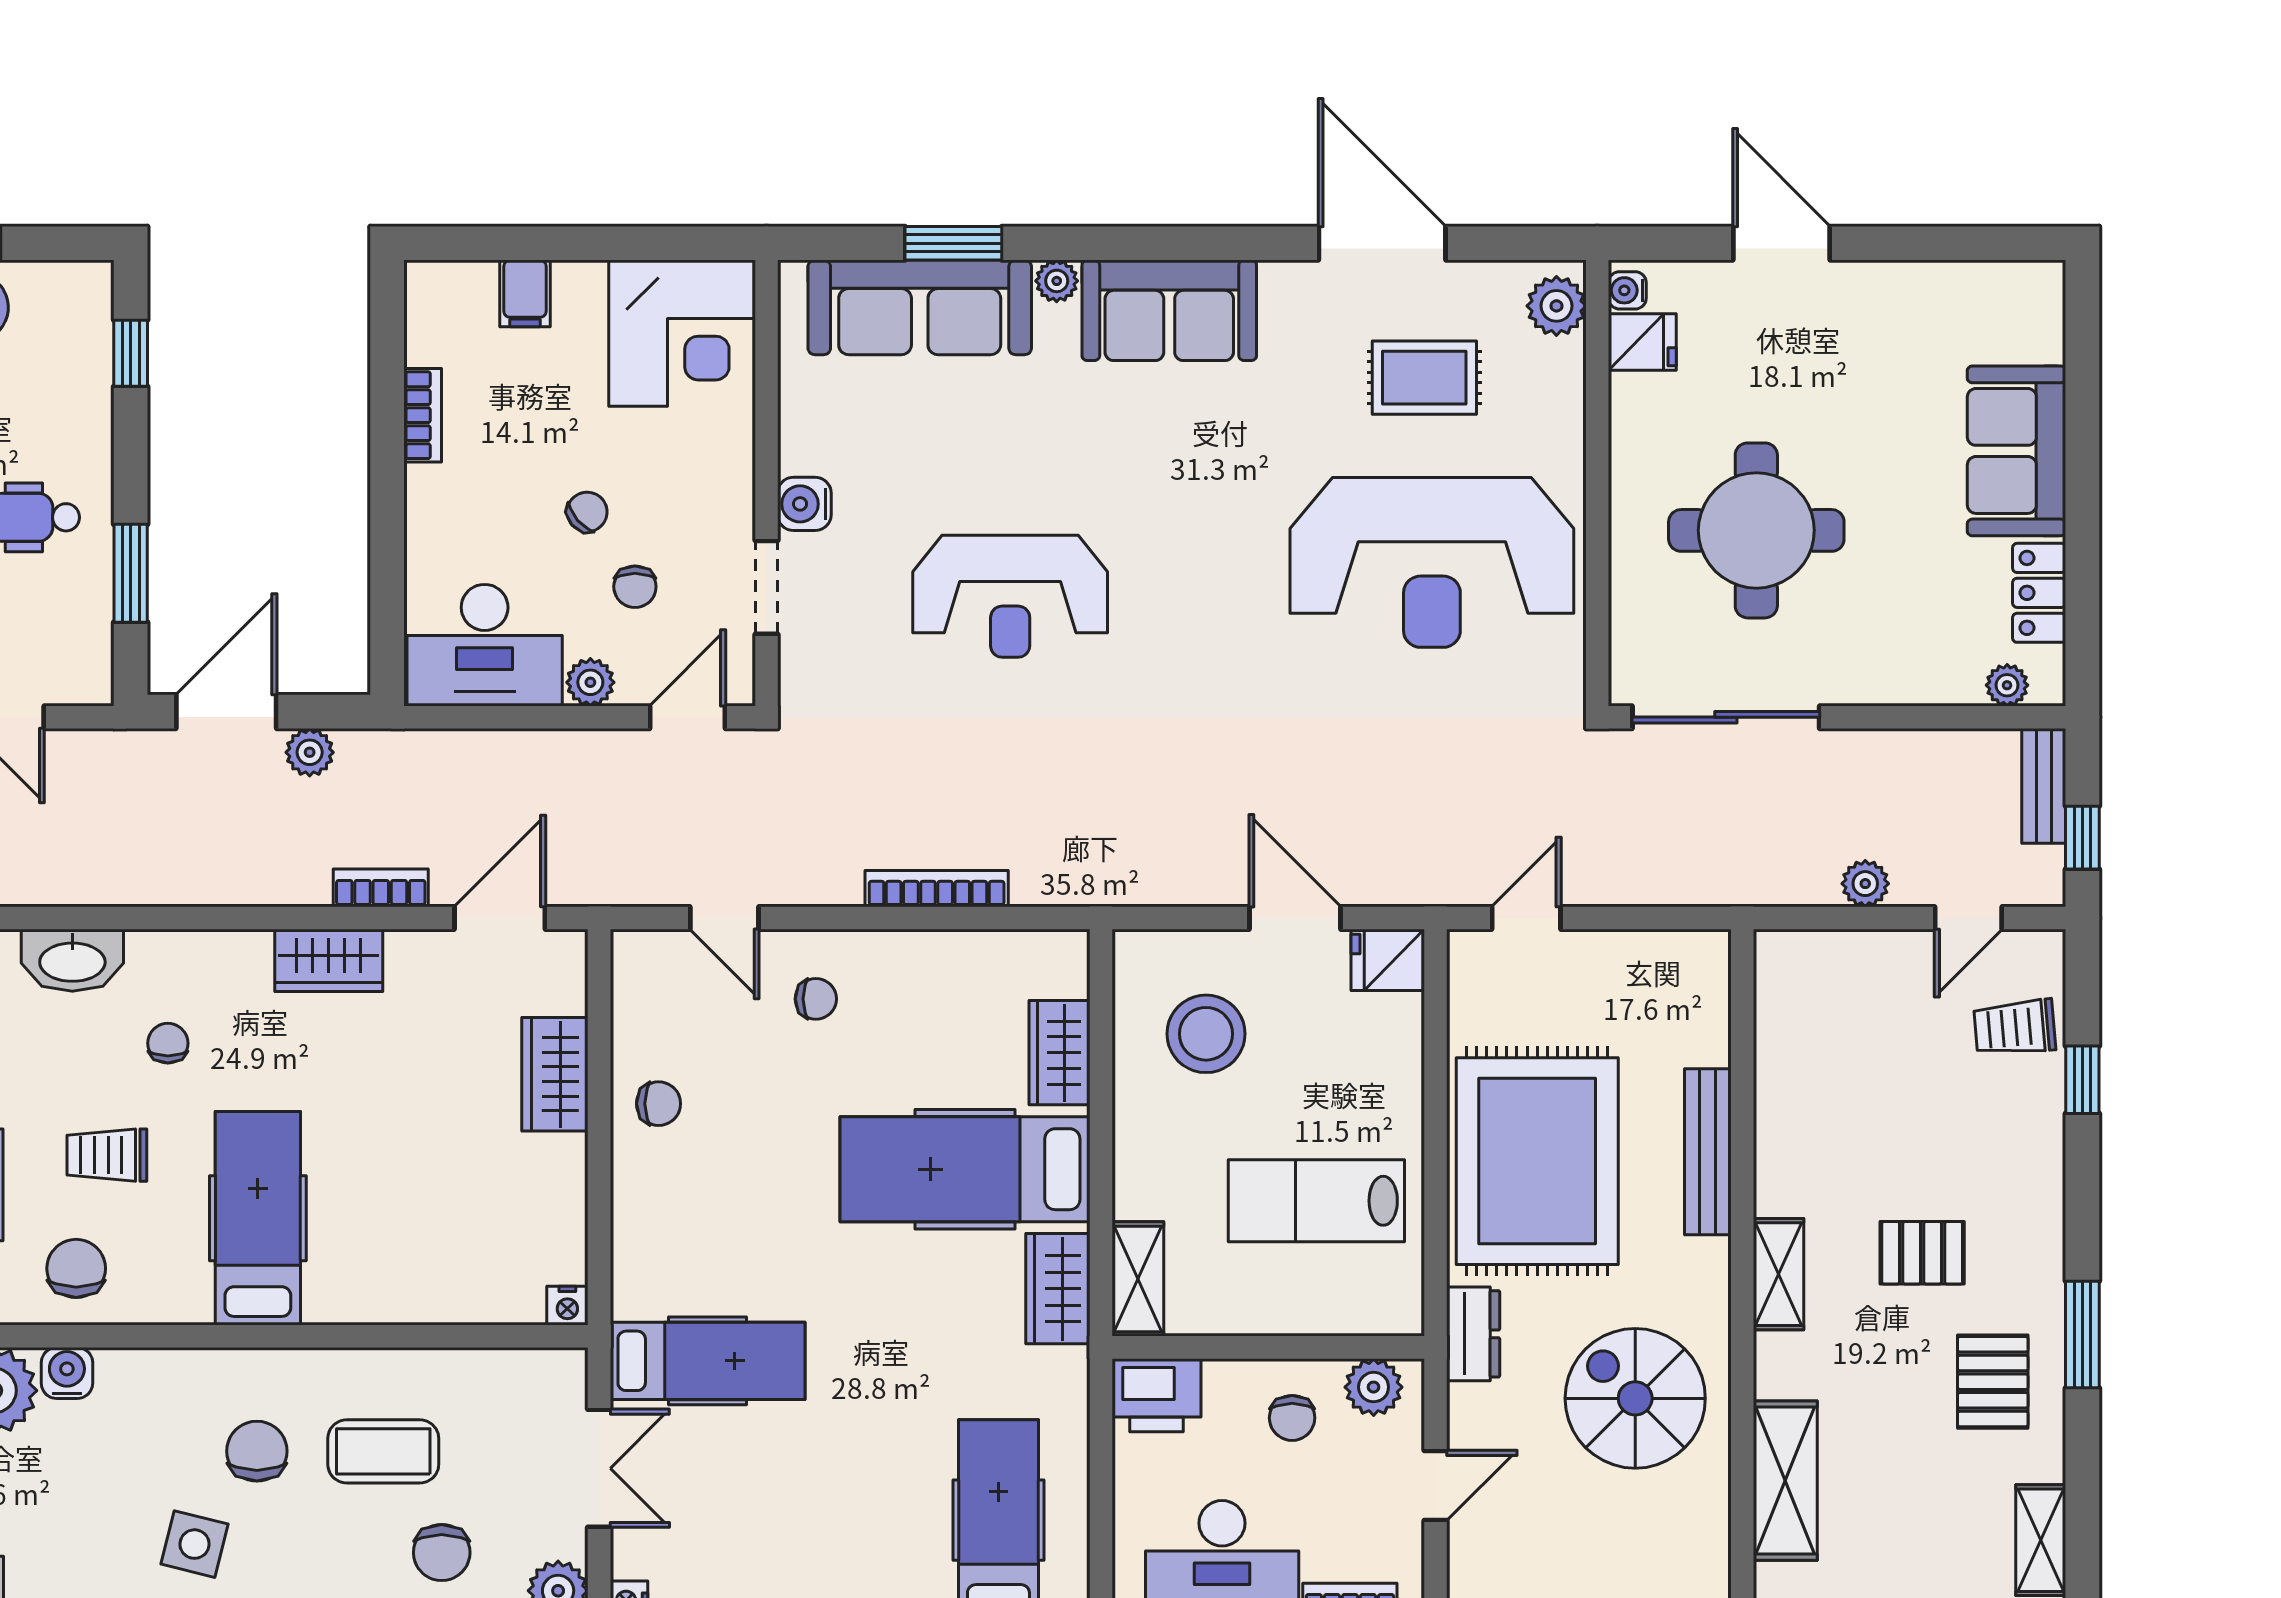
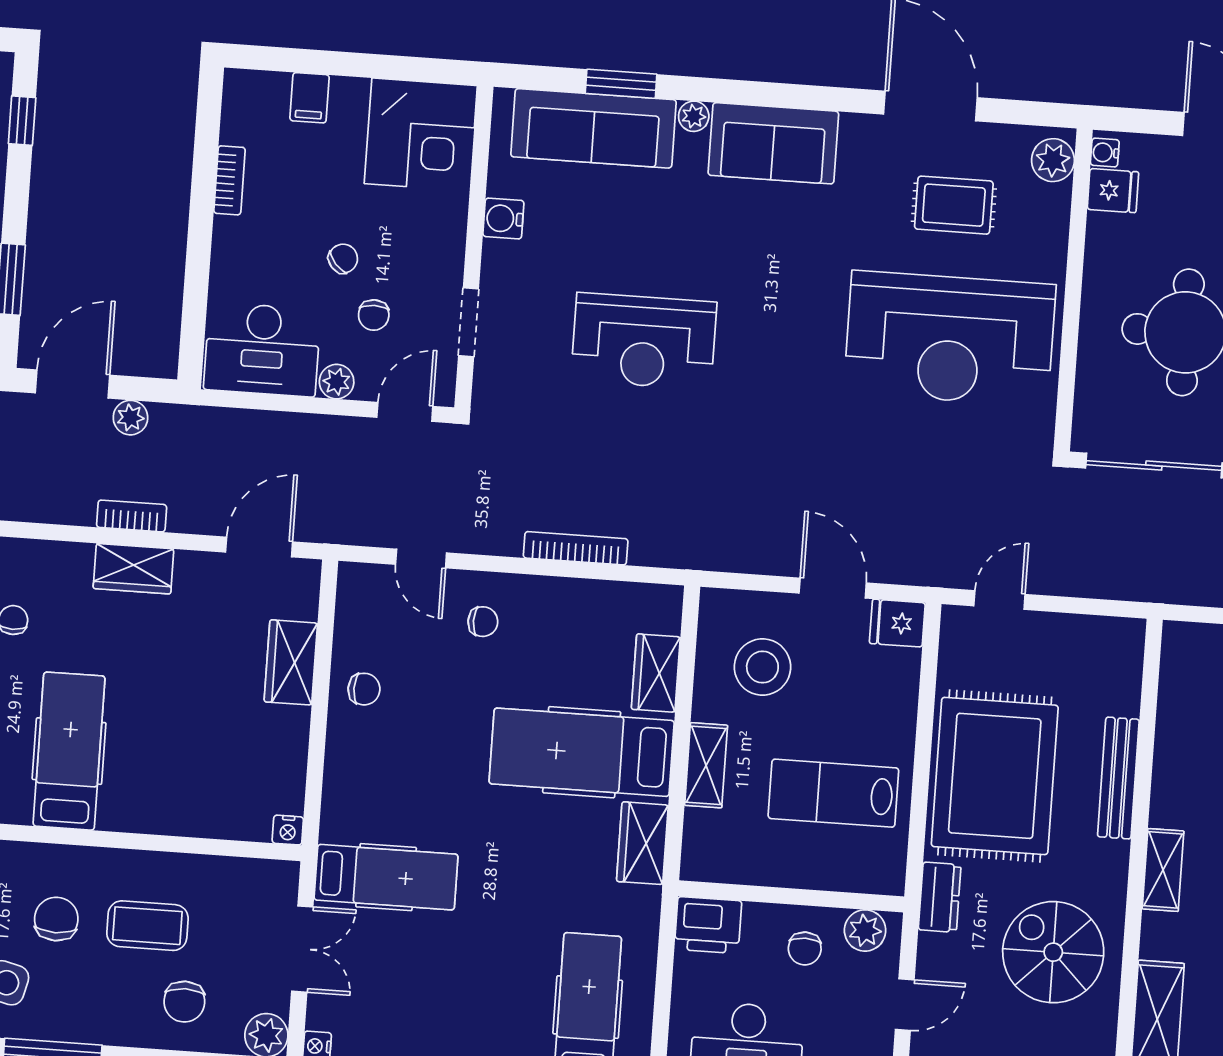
water cooler: (804, 504) -> (503, 219), moved
bookcase: (381, 888) -> (132, 516), moved
shelving: (1138, 1279) -> (706, 765), moved

